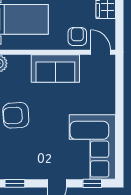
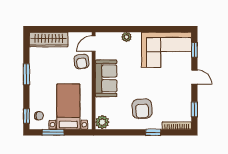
armchair: (77, 36) -> (81, 61), turned -96
plant: (109, 95) -> (127, 37), added

